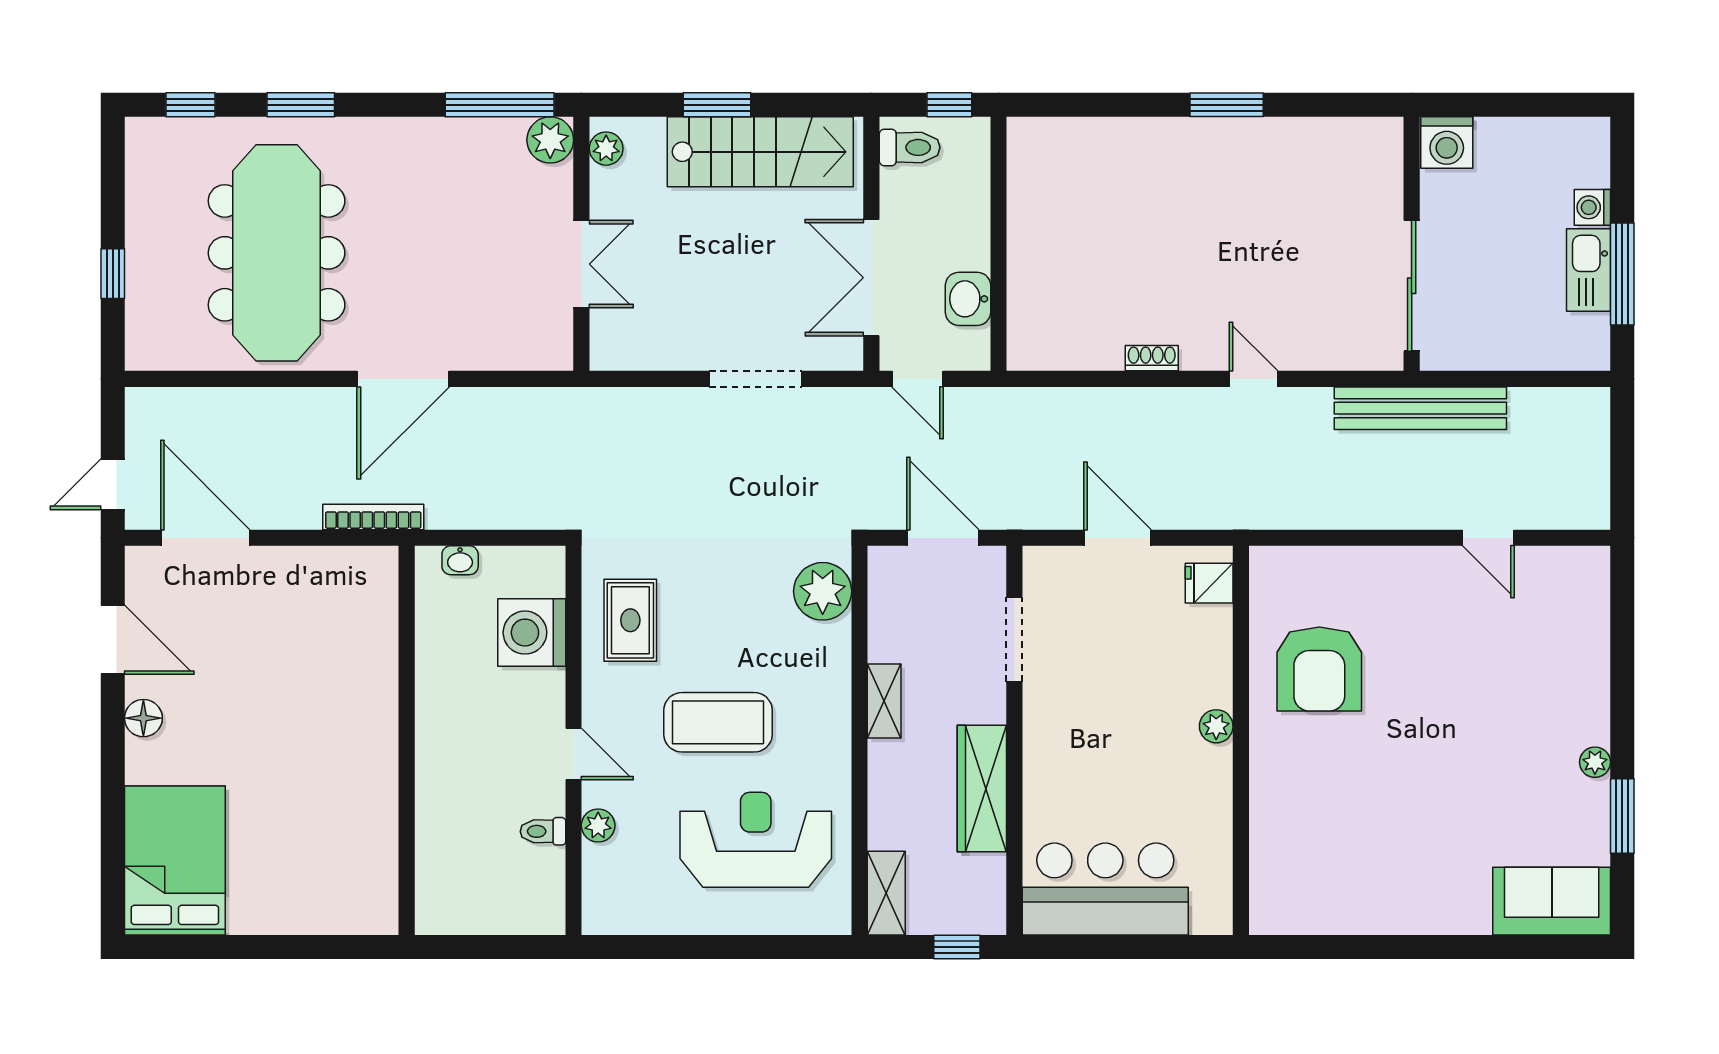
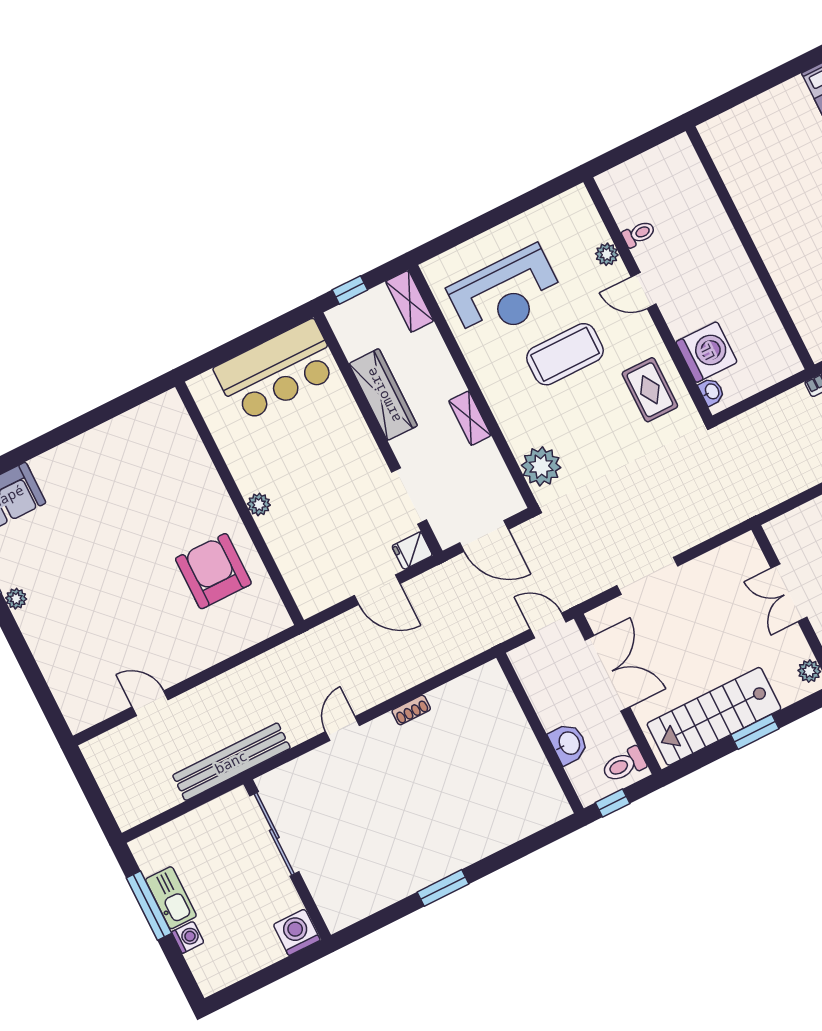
washbasin: (968, 299) -> (569, 744), moved
door: (1253, 379) -> (343, 728), swing flipped
washbasin: (460, 560) -> (712, 392), moved, turned 90
fridge: (1209, 583) -> (412, 551), moved, turned 180

